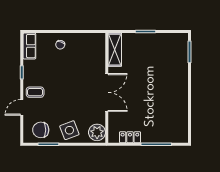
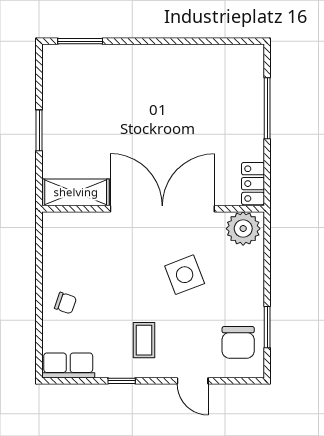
coffee table: (35, 92) -> (144, 340), moved
double door: (107, 92) -> (162, 209), width x1.36
side table: (69, 130) -> (185, 275), moved
locker: (130, 137) -> (253, 184), moved

